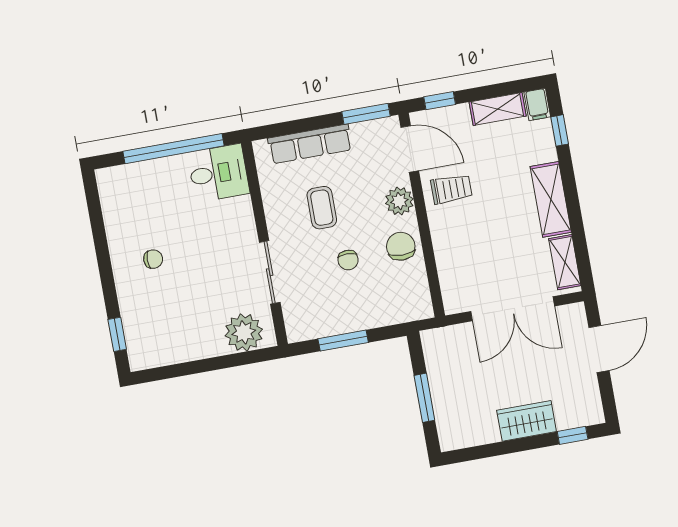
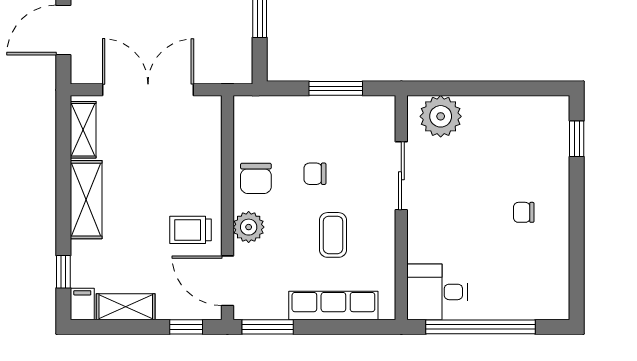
chair: (348, 260) -> (315, 174), turned -90

